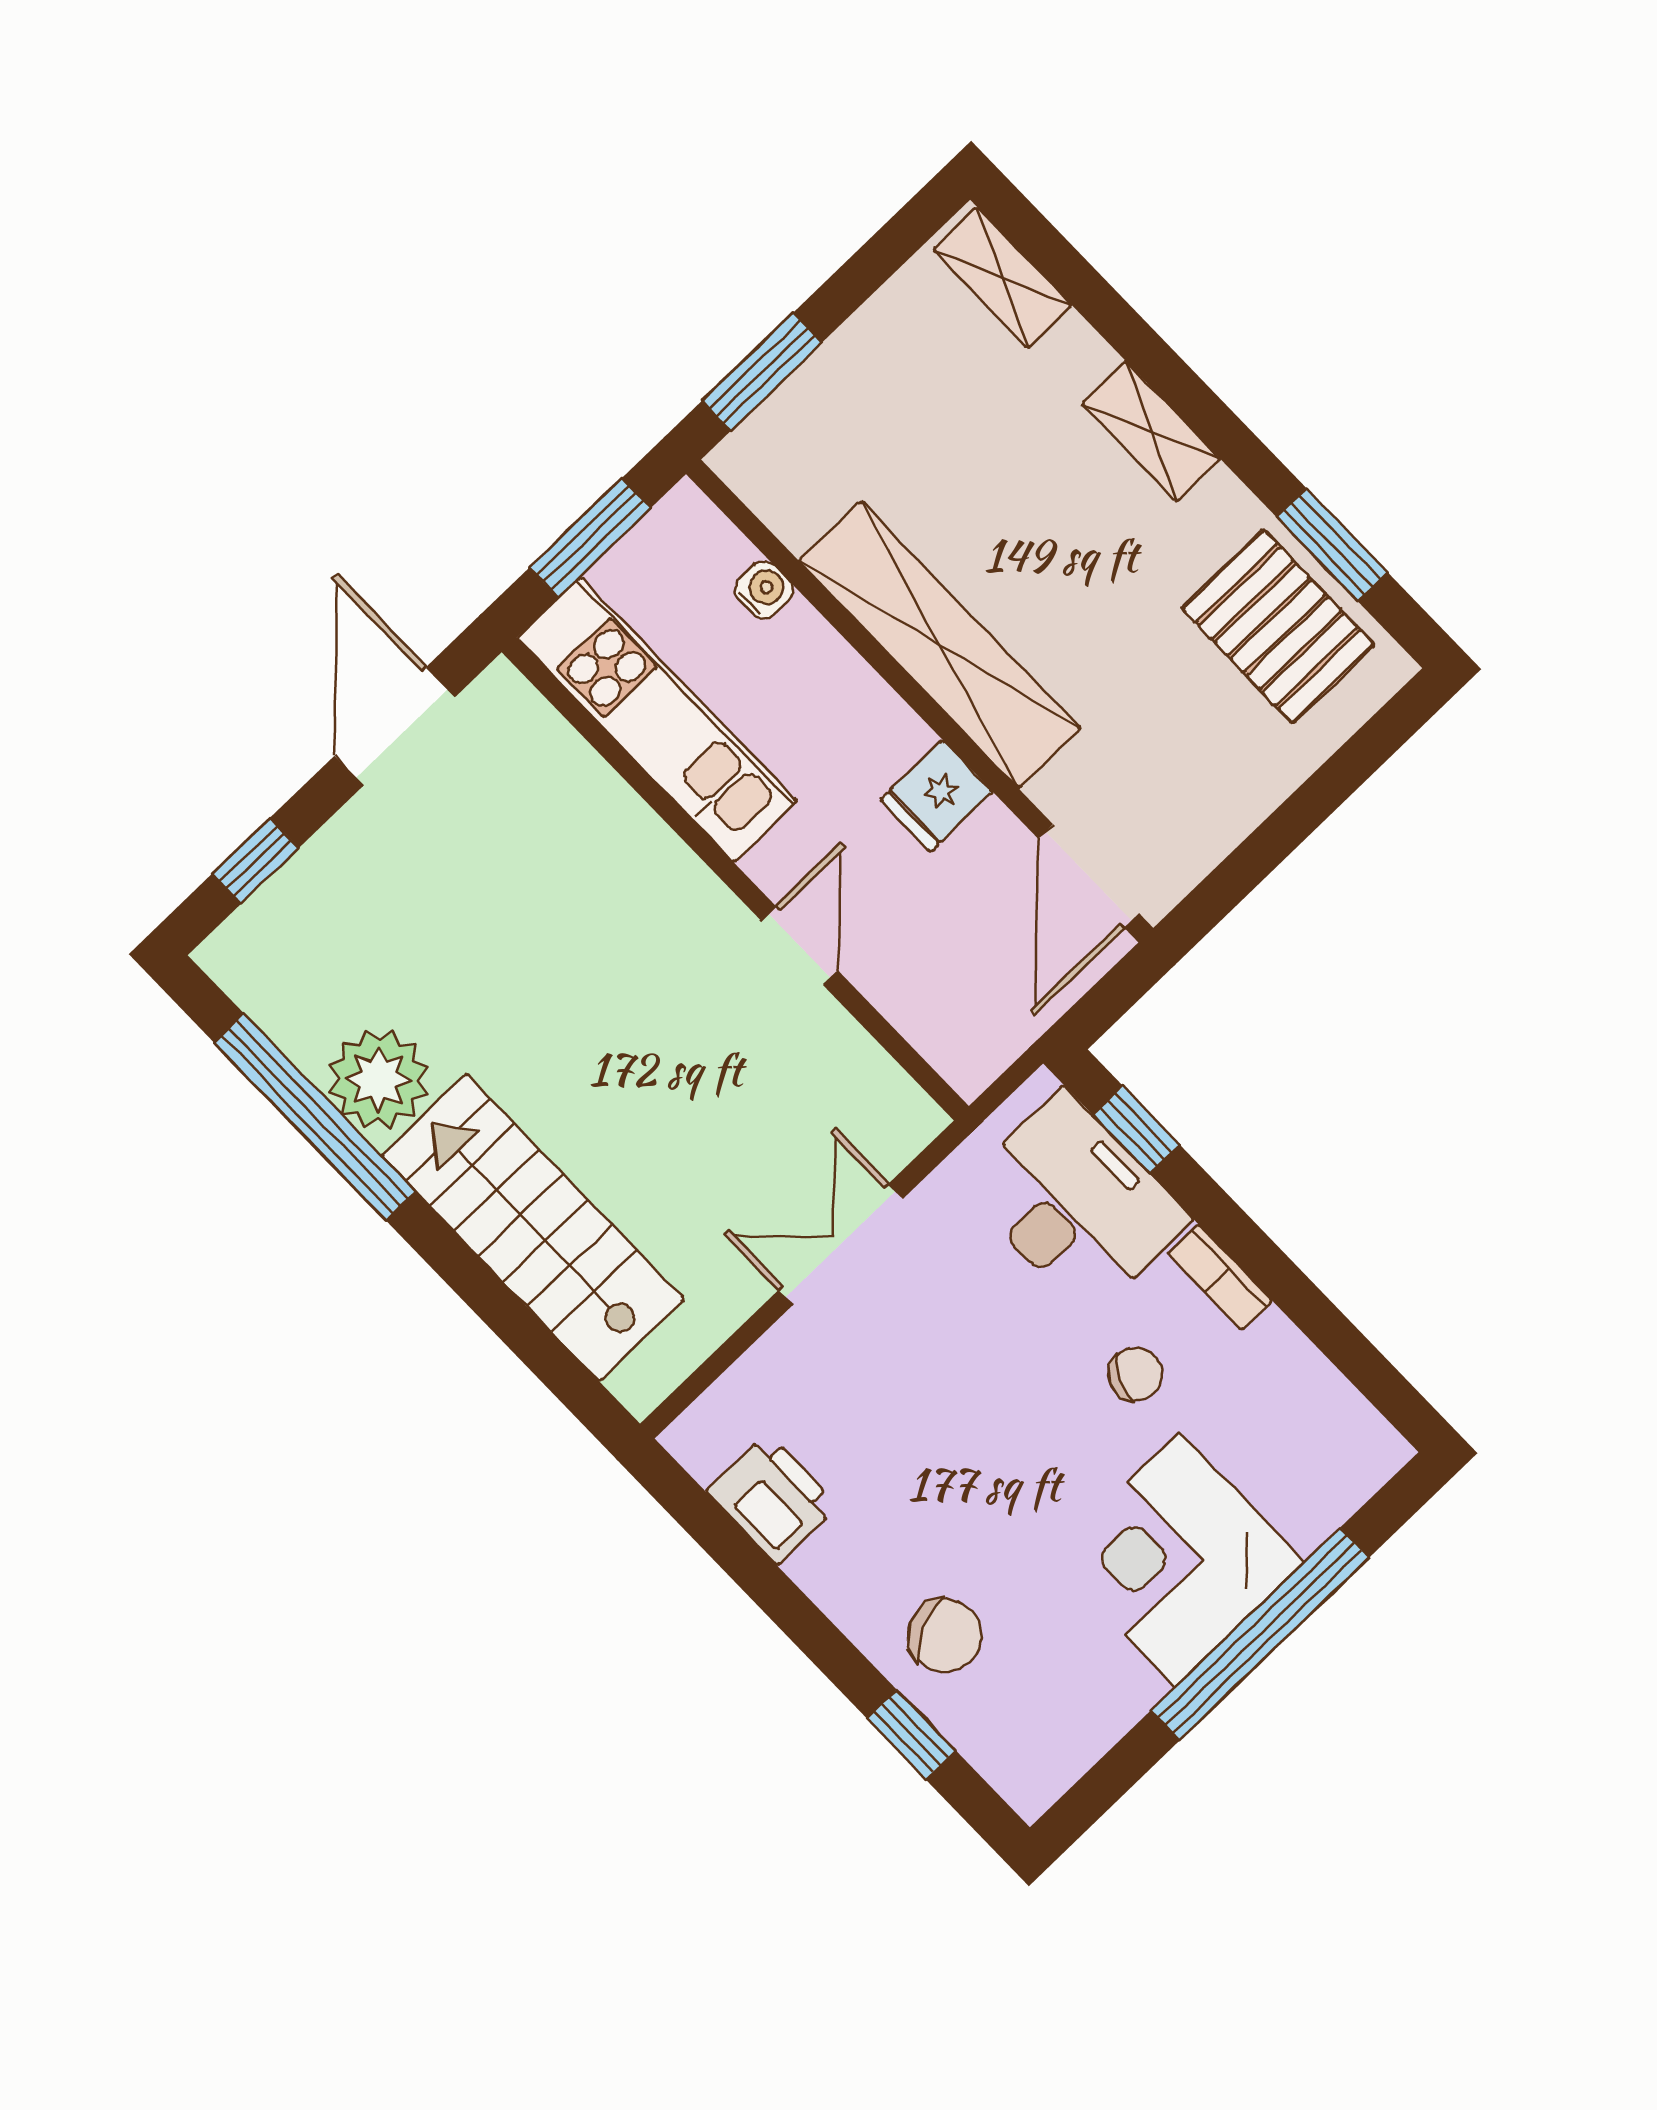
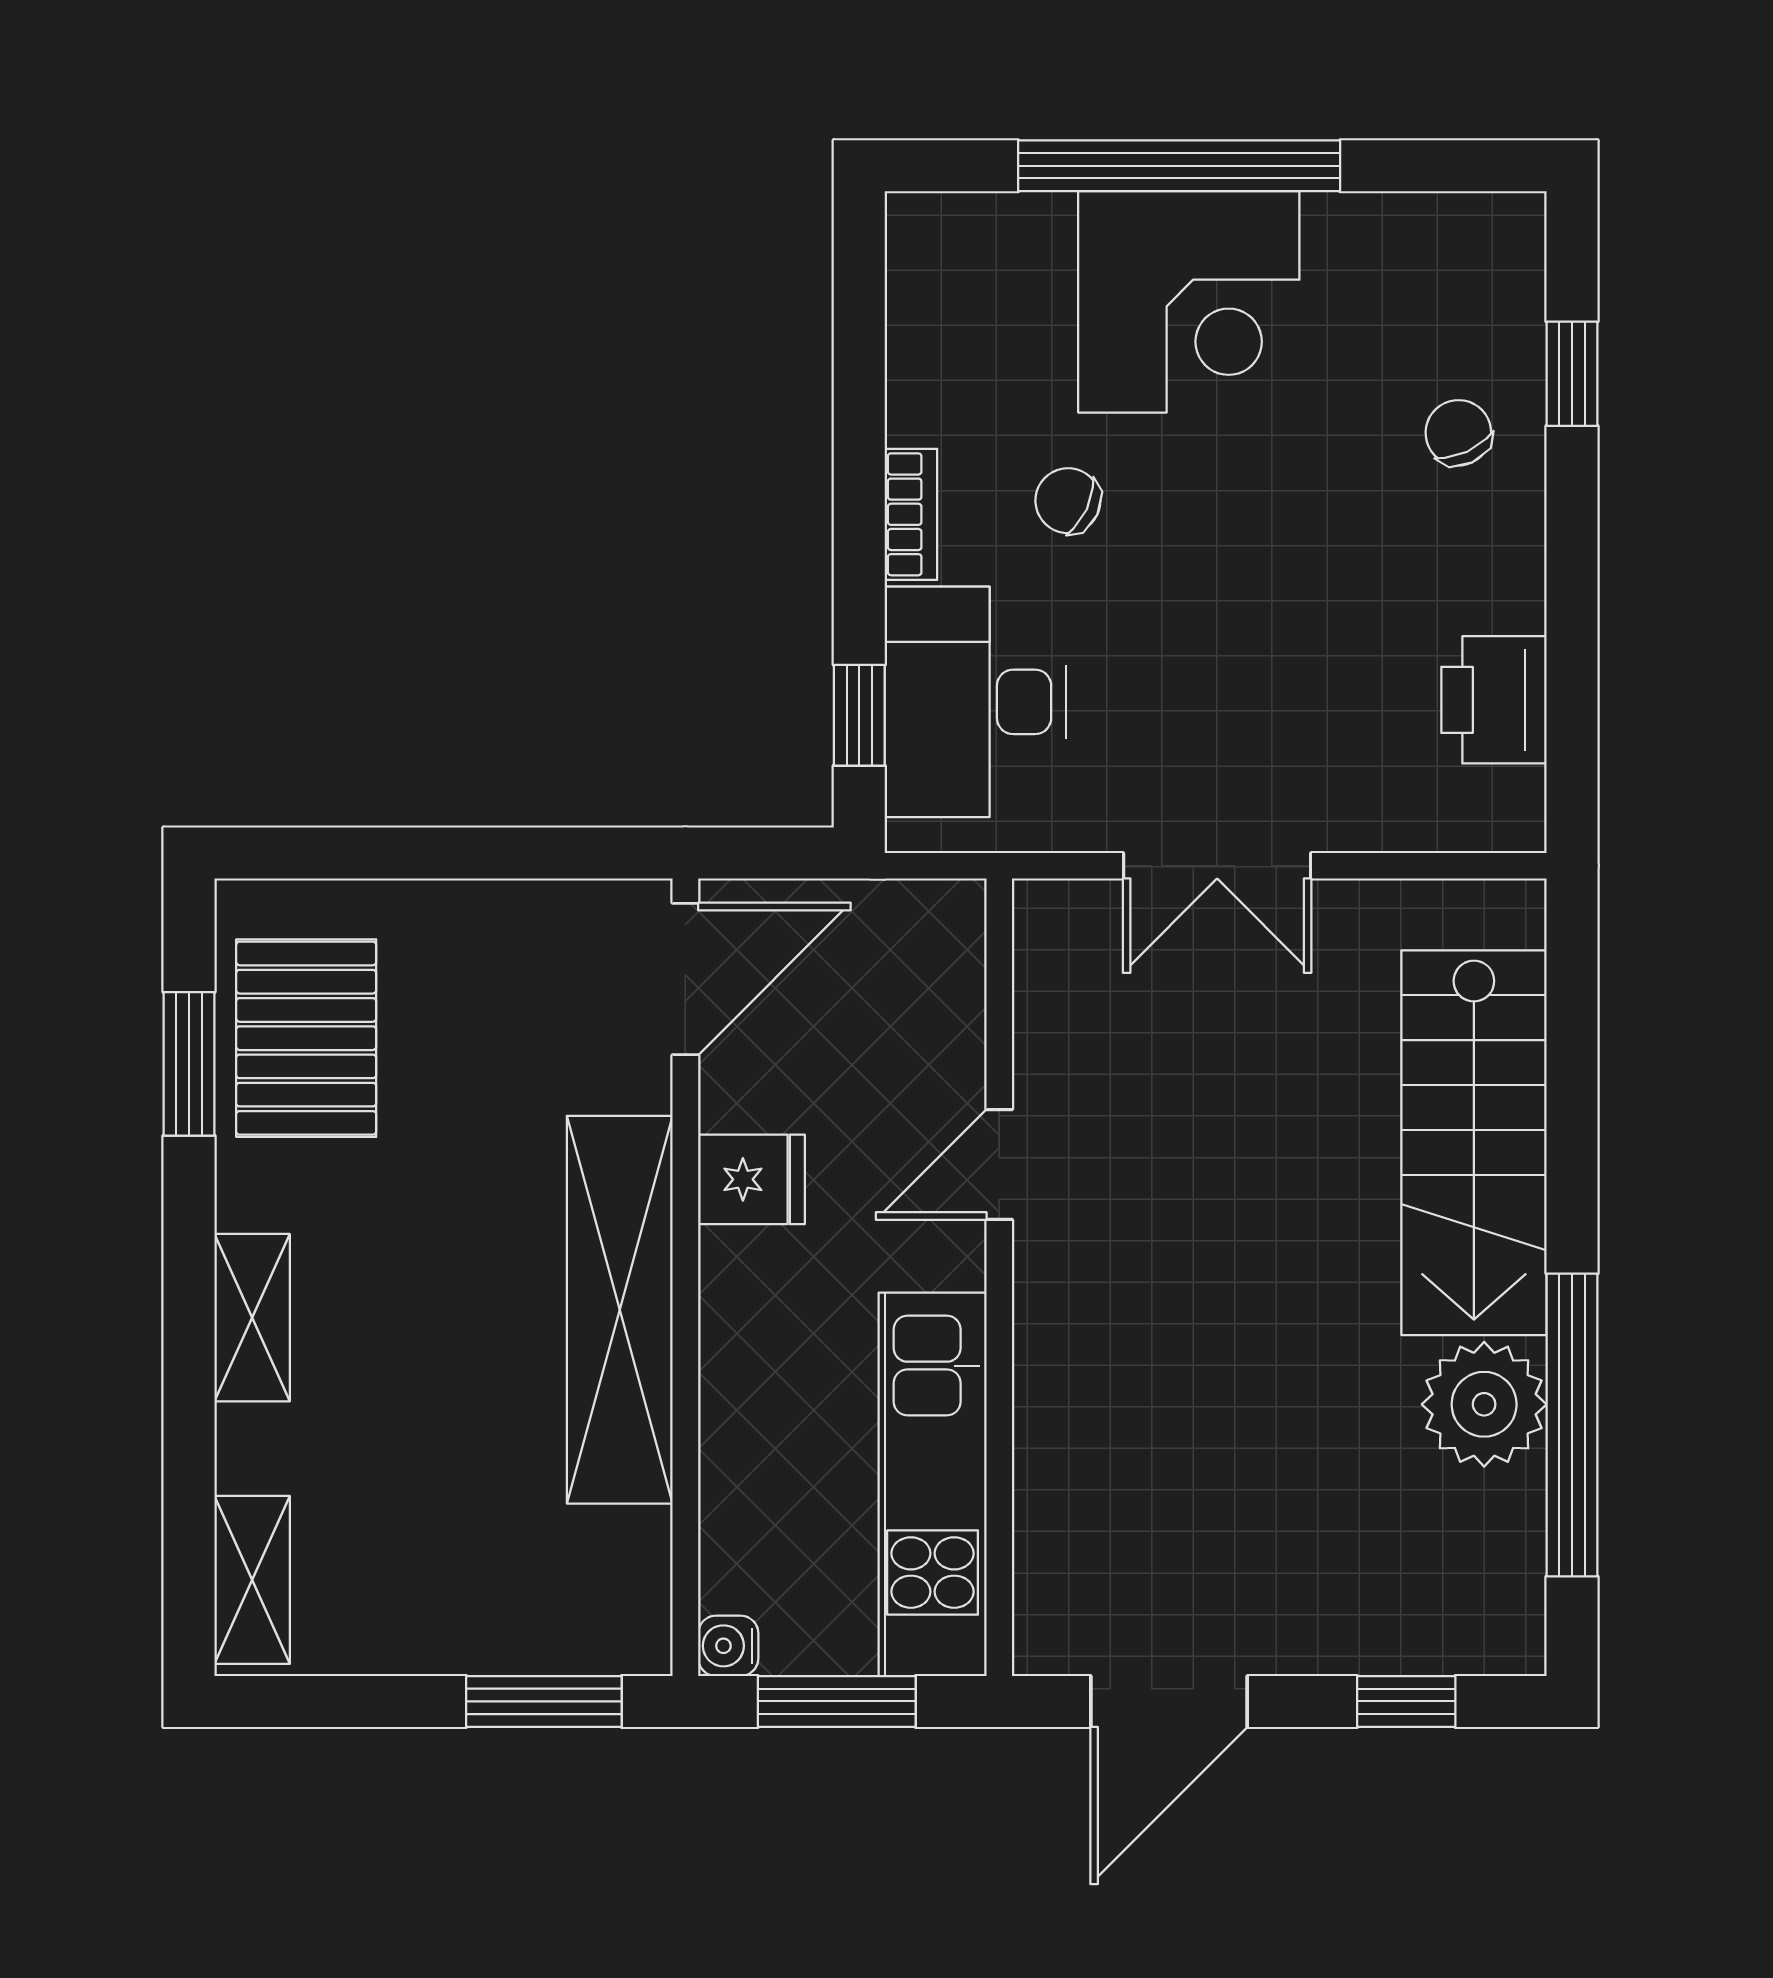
water cooler: (764, 590) -> (728, 1646), moved
chair: (945, 1636) -> (1458, 433), width x0.73, depth x0.73

